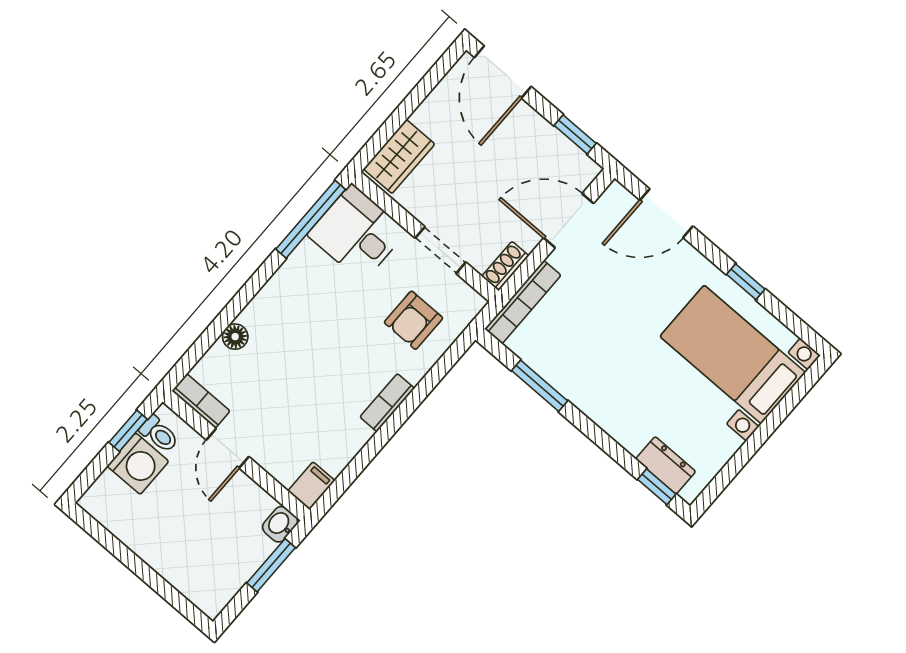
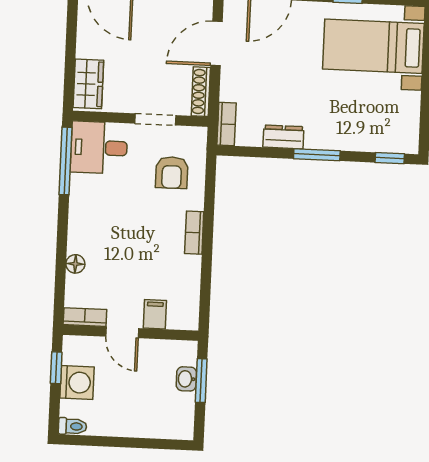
shoe rack: (505, 266) -> (201, 92), width x1.43
bookcase: (523, 302) -> (227, 124), width x0.64
window: (540, 386) -> (317, 155), moved
toilet: (159, 434) -> (72, 426), moved
dresser: (666, 465) -> (283, 137), moved
filing cabinet: (311, 486) -> (155, 314), moved
washbasin: (280, 524) -> (186, 379), moved

